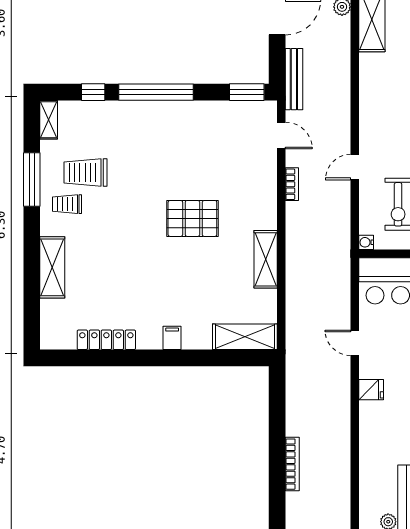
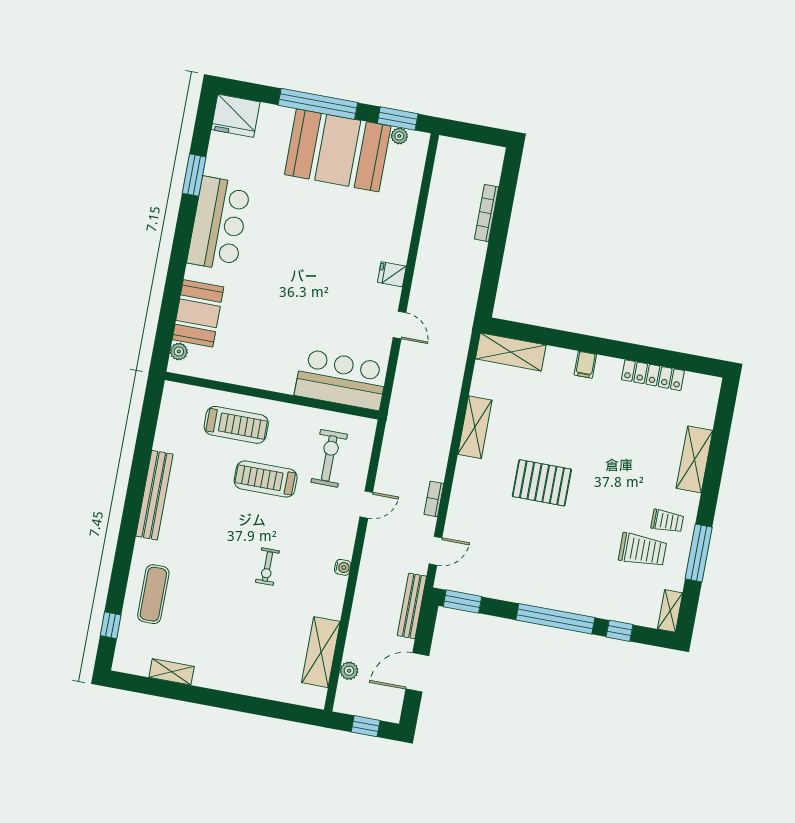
door: (281, 135) -> (436, 551), swing flipped
water cooler: (366, 242) -> (343, 567), moved

